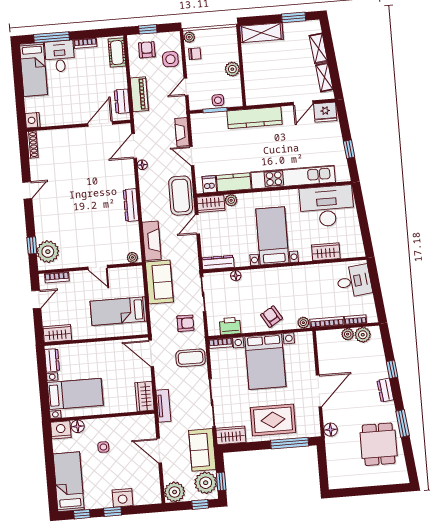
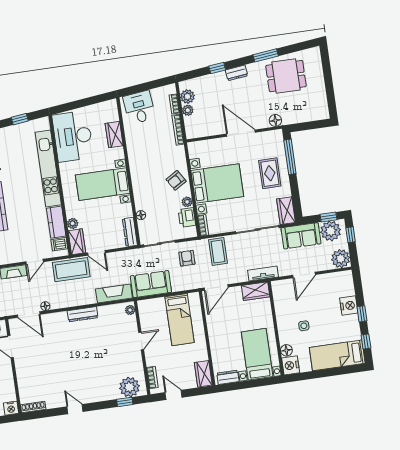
plant: (303, 323) -> (187, 202), moved
rug: (273, 420) -> (270, 173), width x0.73, depth x0.70

